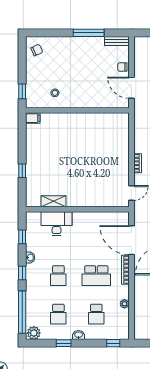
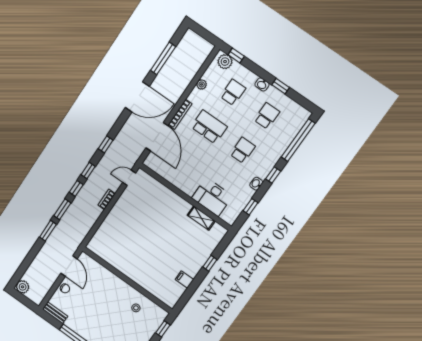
filing cabinet: (33, 118) -> (184, 279), moved
plant: (34, 333) -> (225, 62), moved

